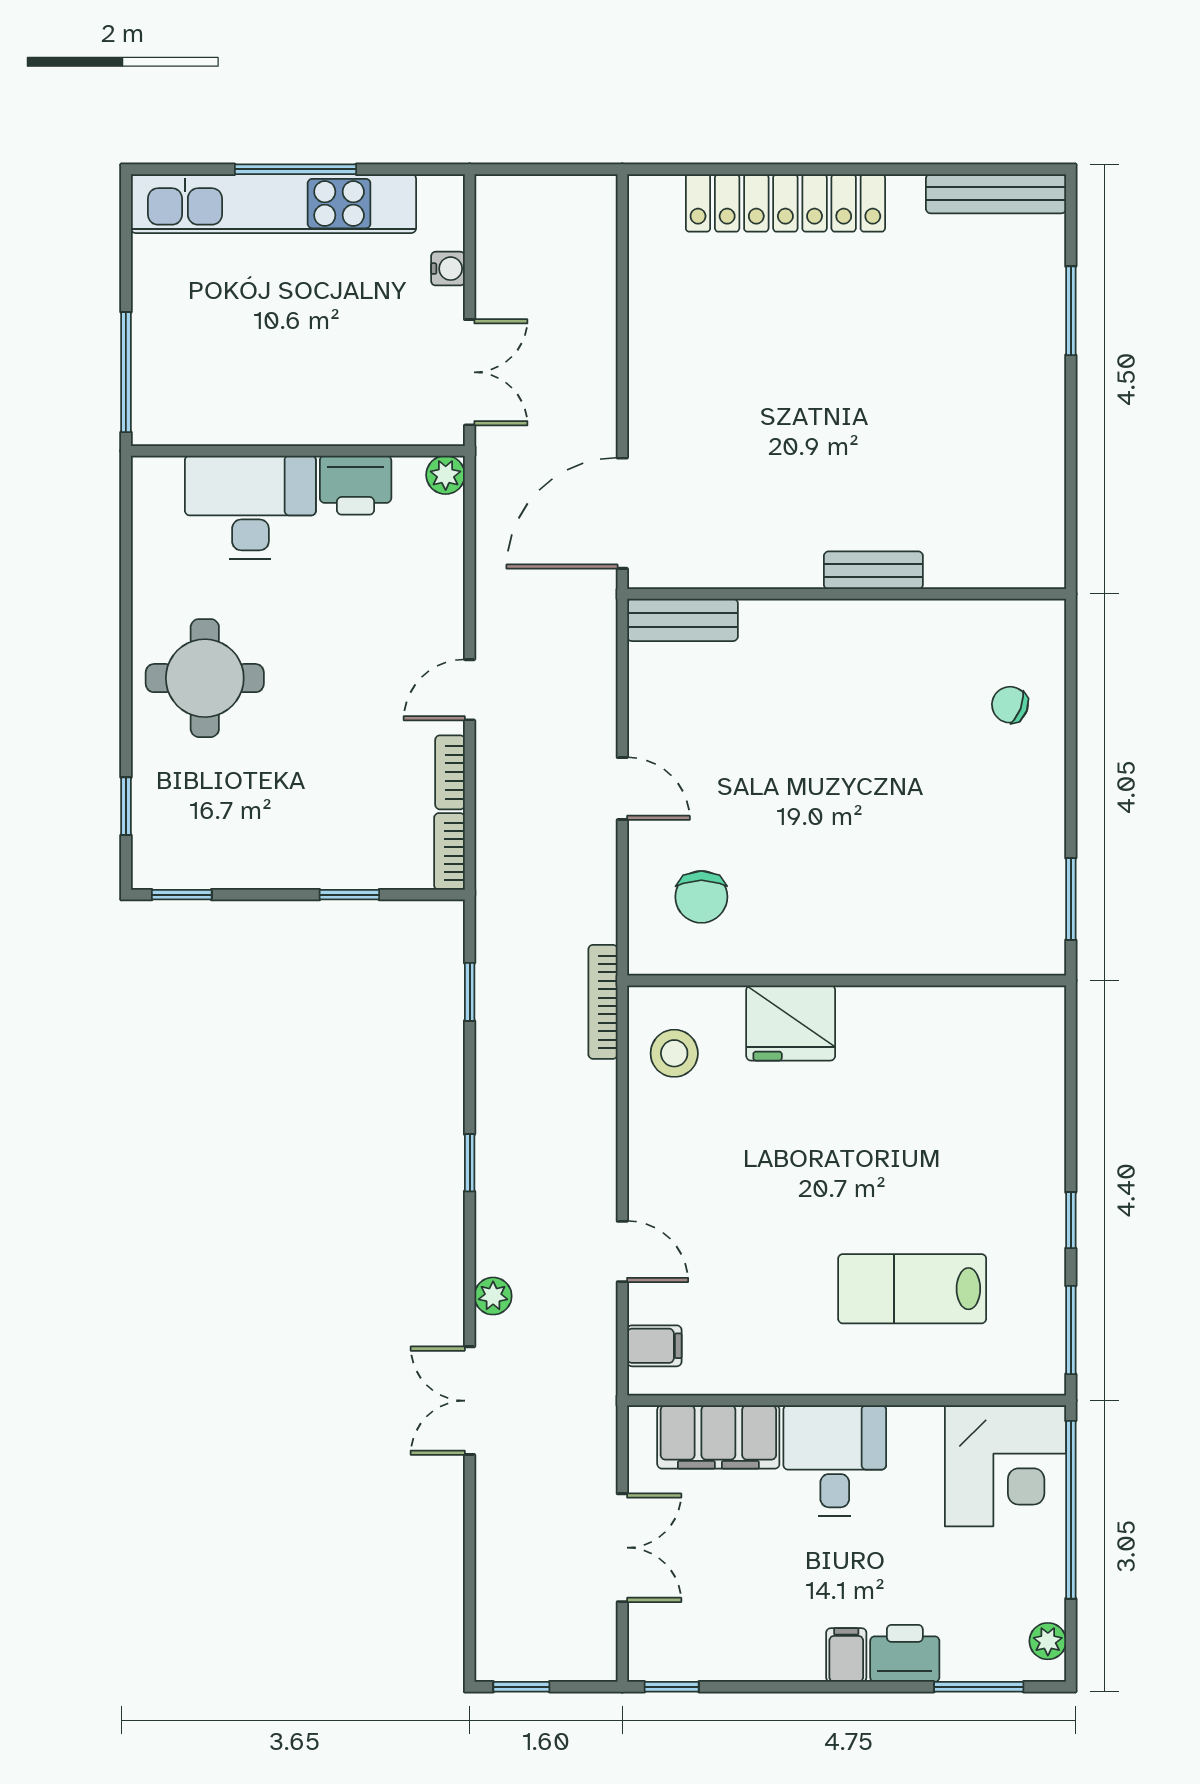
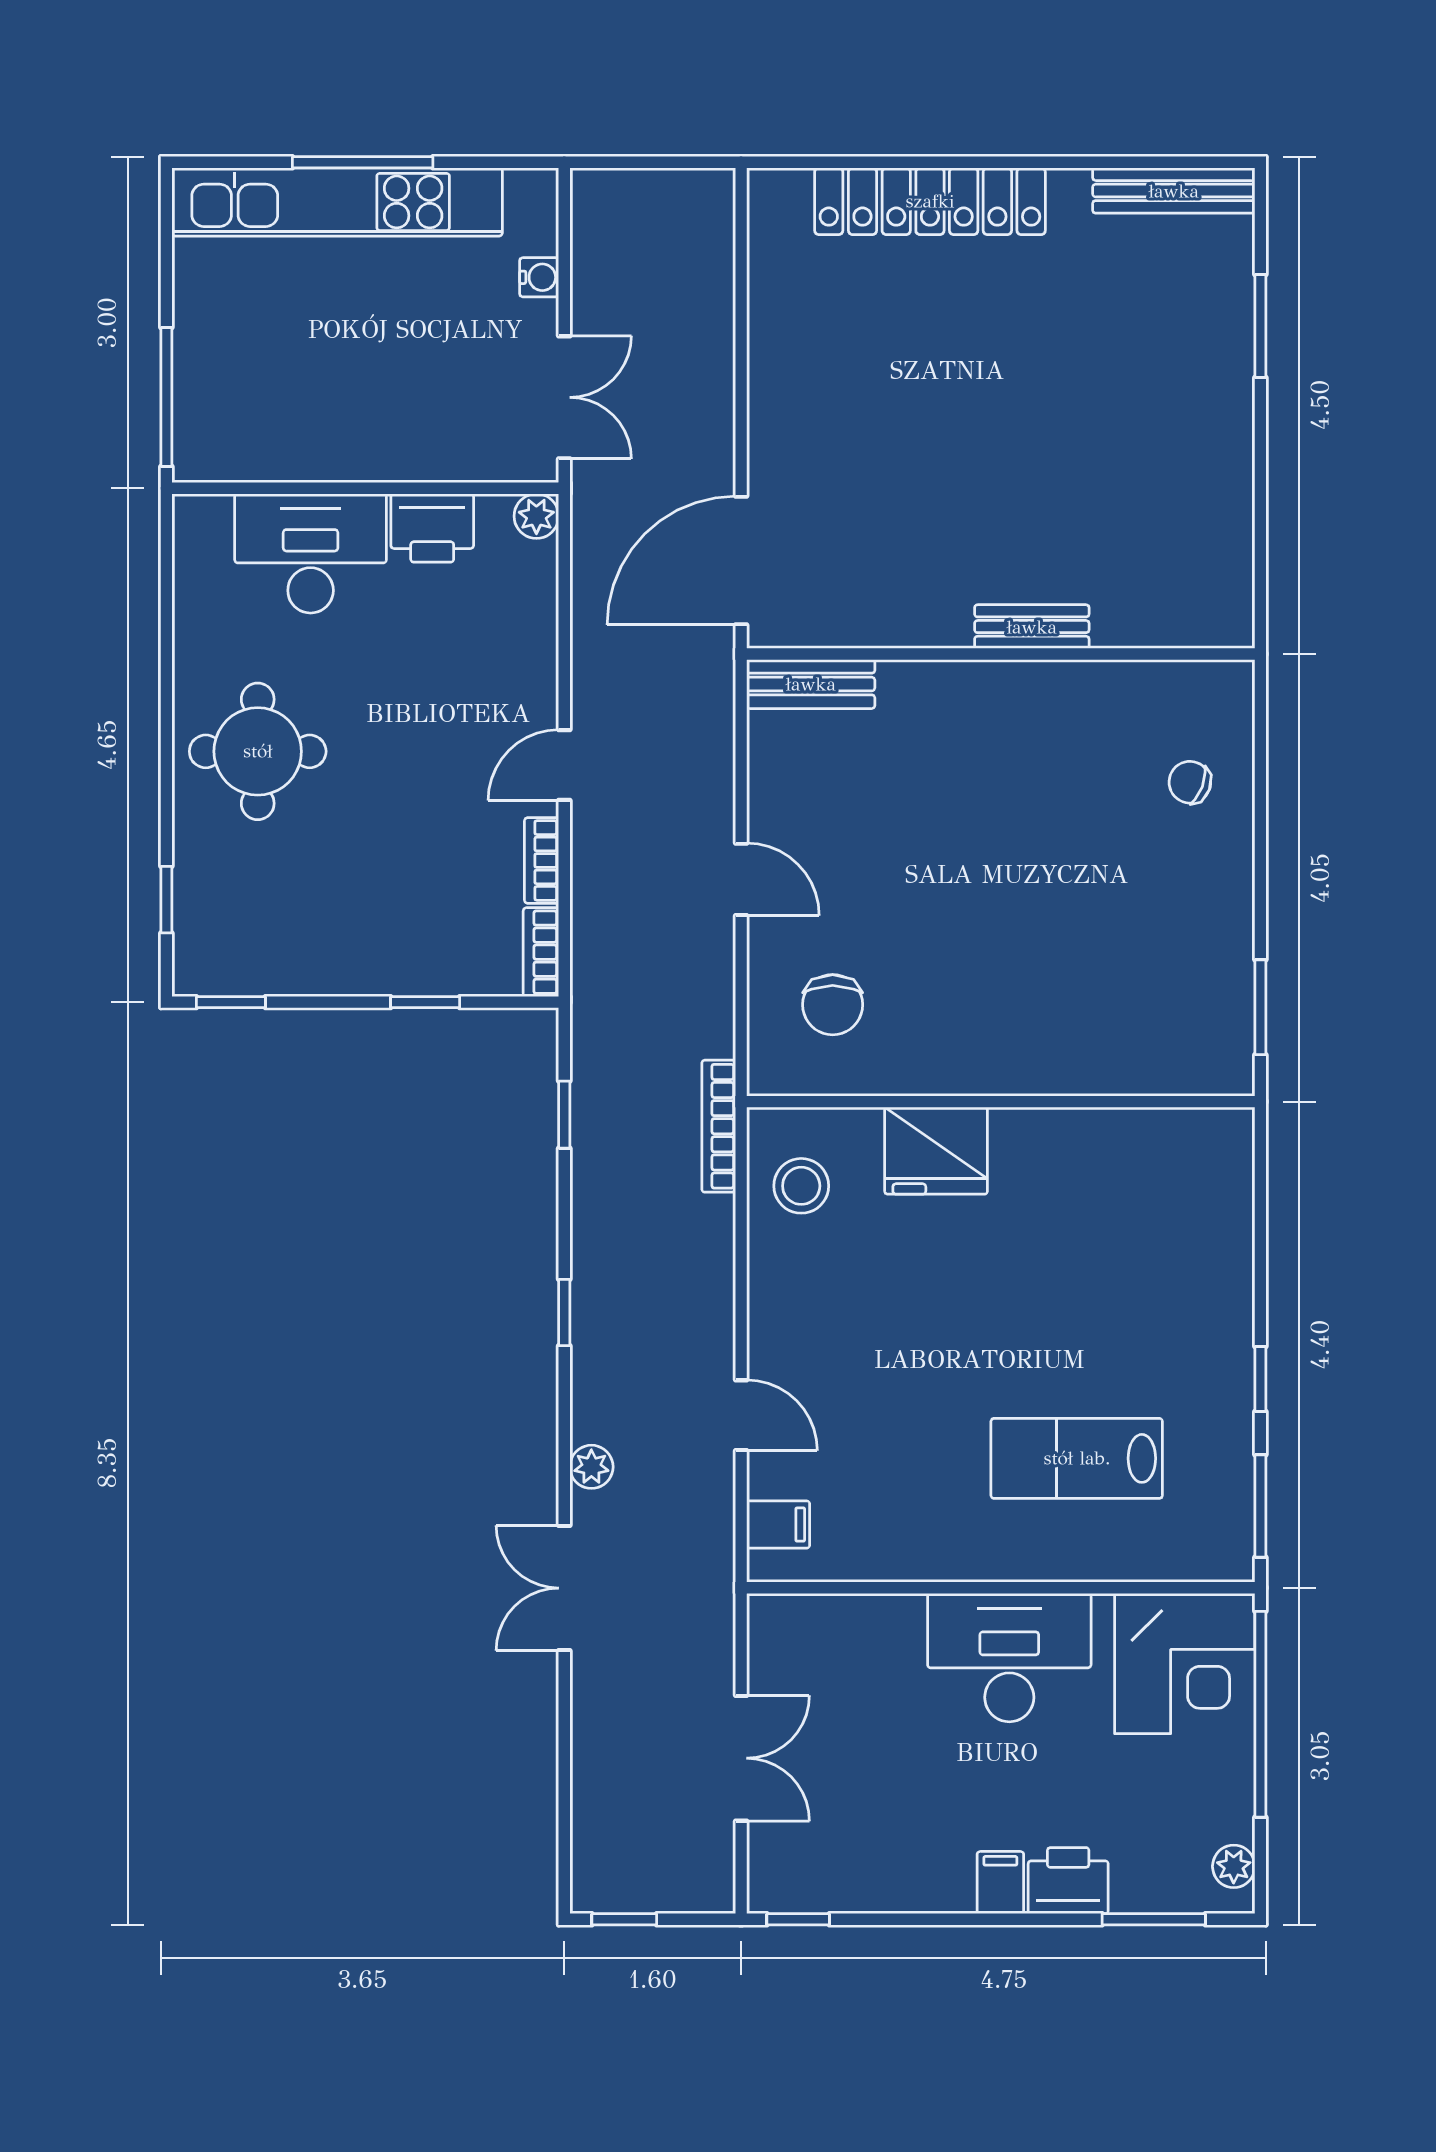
filing cabinet: (718, 1437) -> (852, 1630), removed
desk: (835, 1461) -> (1009, 1658), width x1.37

